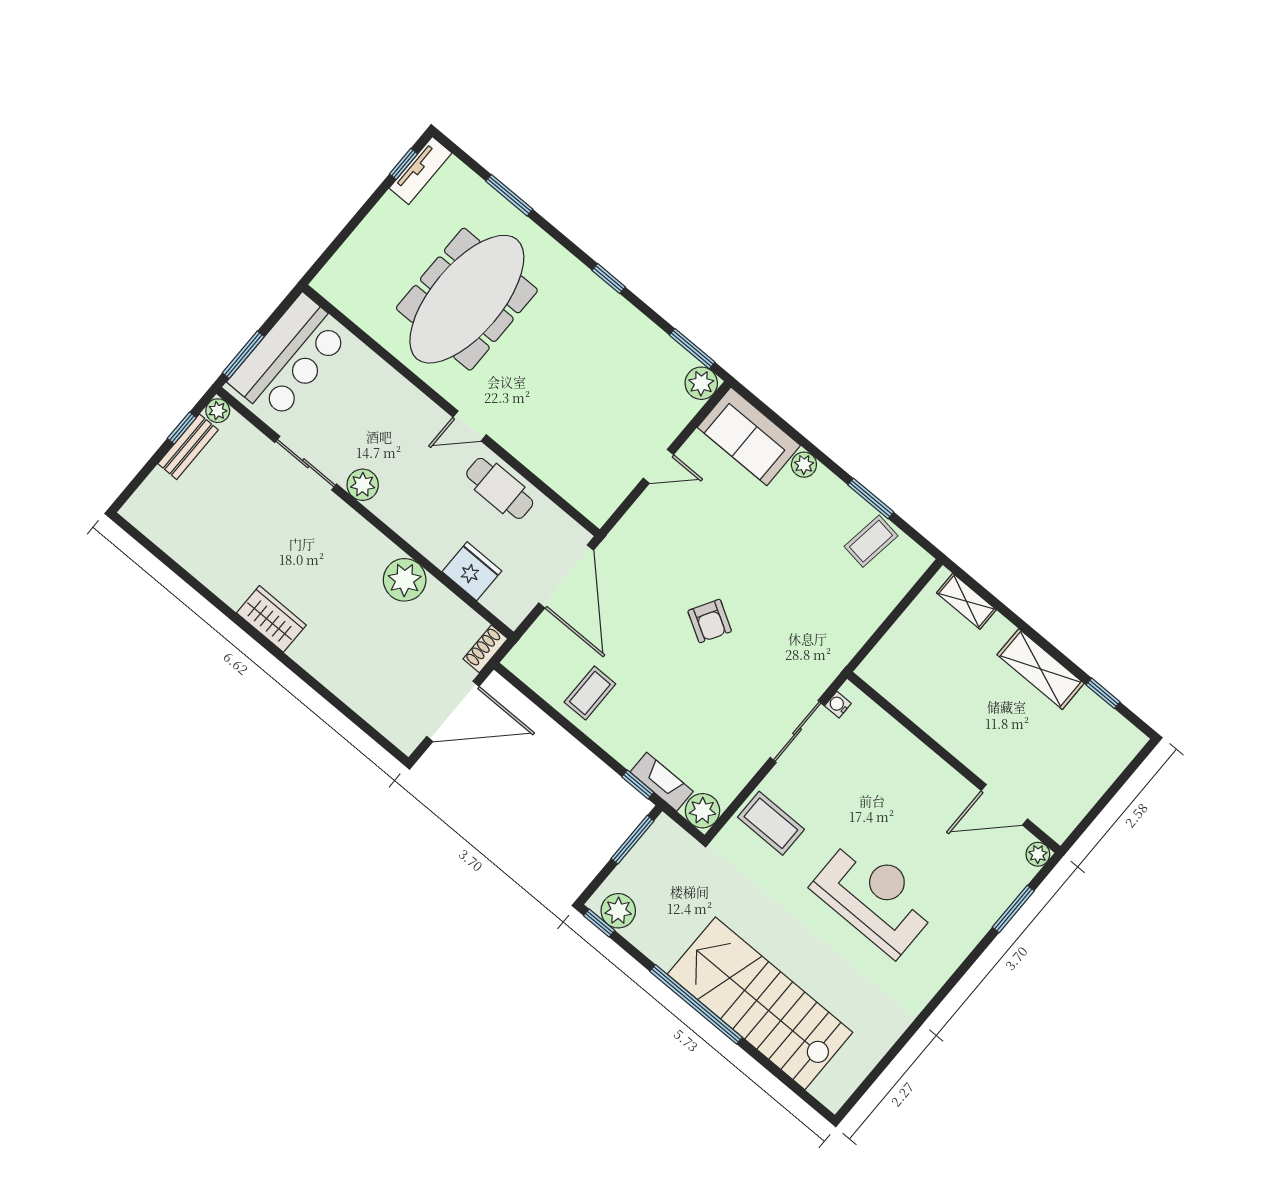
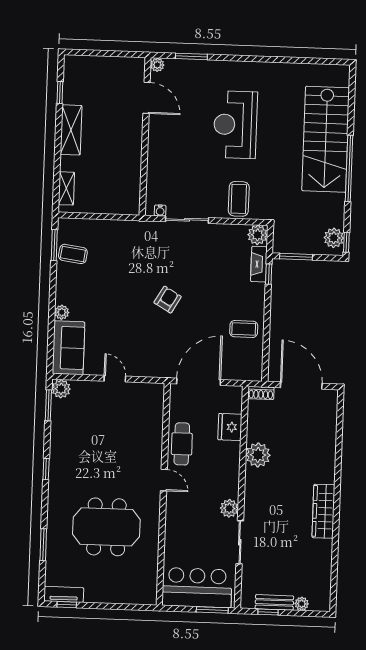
meeting table: (467, 299) -> (106, 527), width x0.73
plant: (218, 411) -> (302, 604), moved
window: (871, 498) -> (54, 245), moved
wardrobe: (271, 619) -> (323, 511), width x1.50

